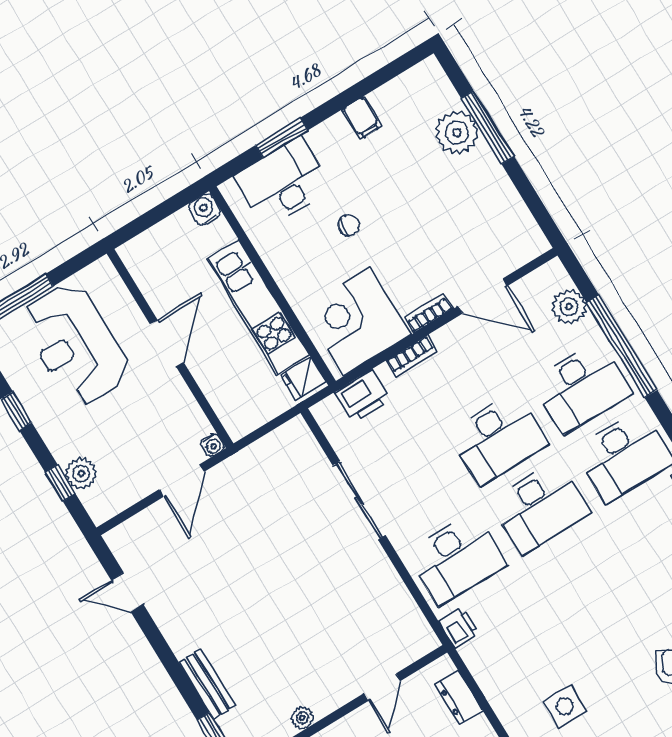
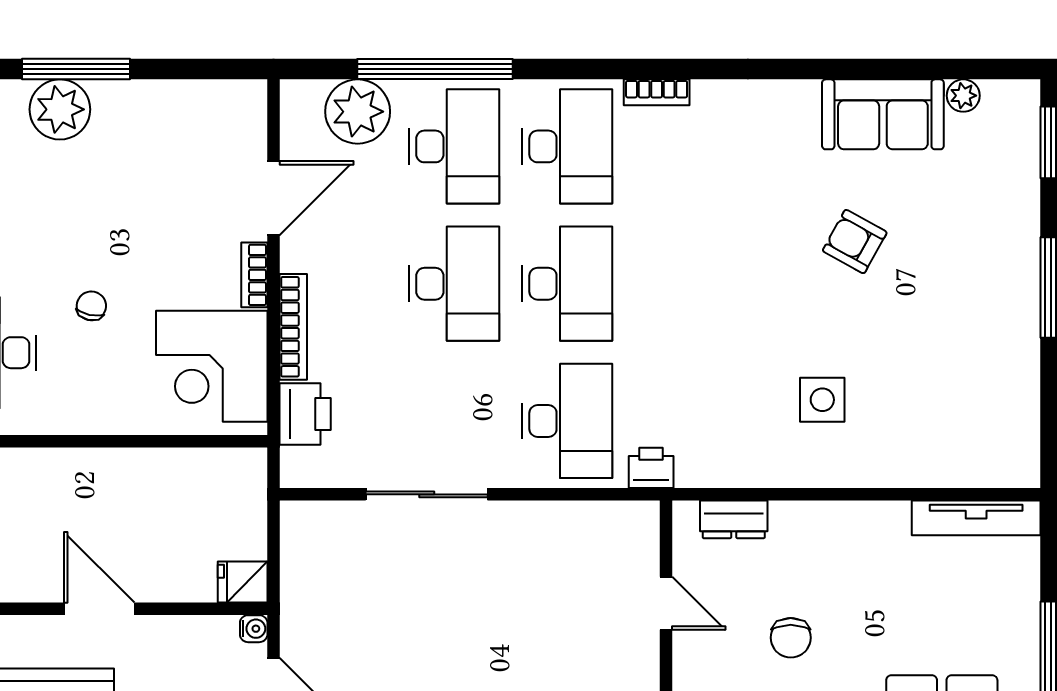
kitchen unit: (258, 307) -> (122, 474), removed
plant: (569, 307) -> (358, 112), width x1.36, depth x1.36
bookcase: (411, 356) -> (293, 327), width x1.56
fridge: (303, 379) -> (243, 582), moved, turned 90

